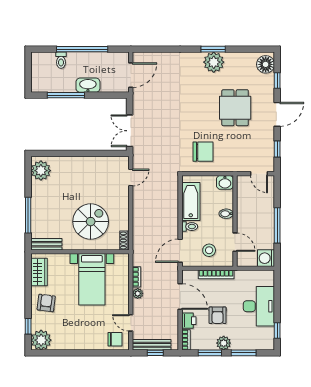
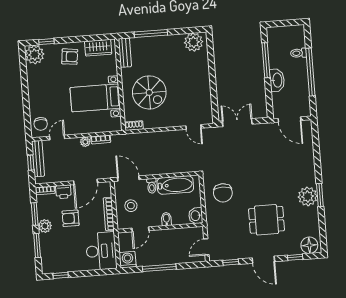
desk: (259, 306) -> (101, 251), moved, turned -90

